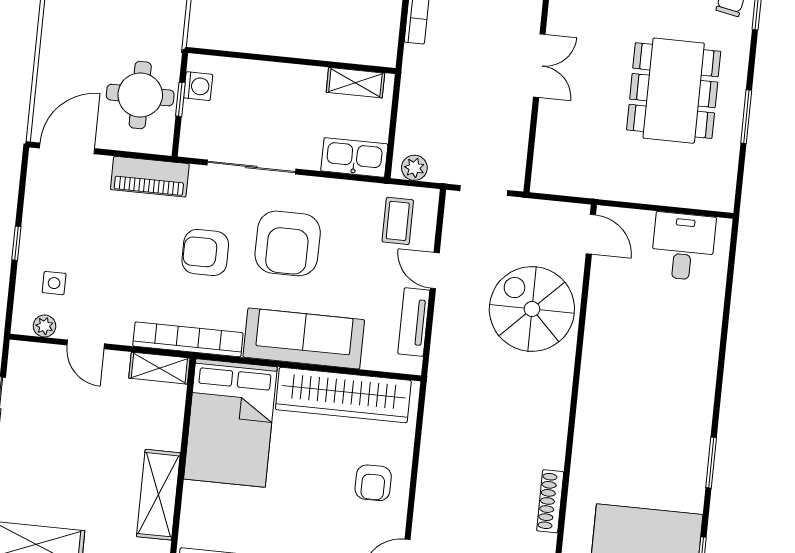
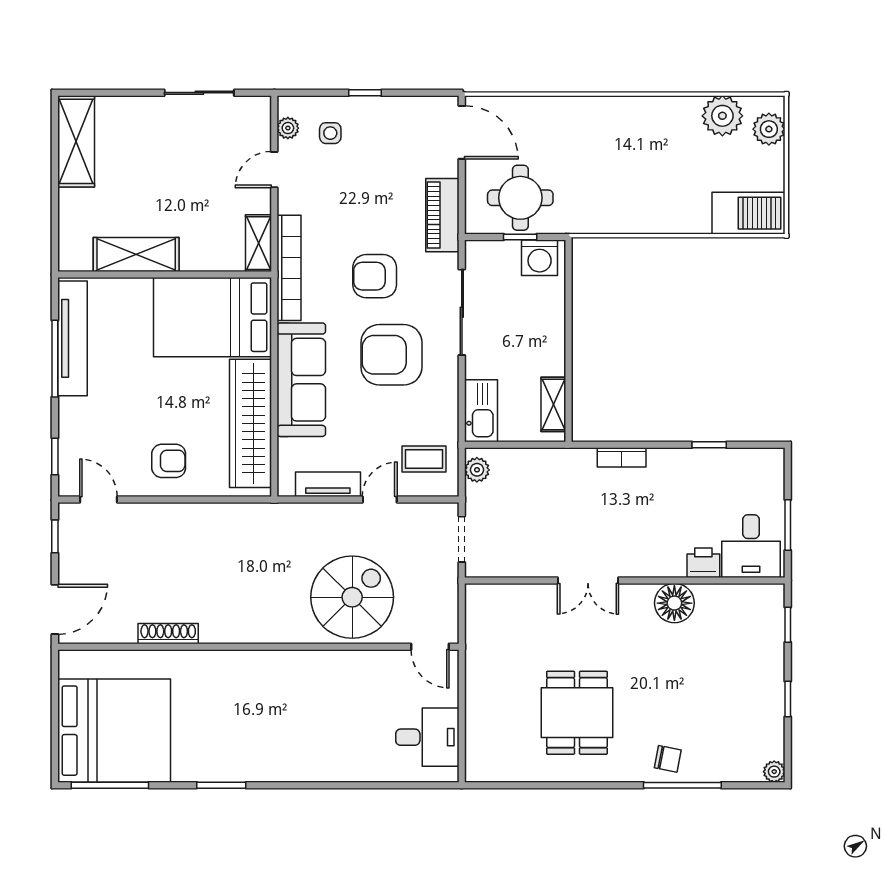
washing machine: (198, 86) -> (540, 258), width x1.38, depth x1.38
dining table: (674, 91) -> (577, 713), width x0.73
window: (746, 117) -> (559, 785), removed
door: (591, 234) -> (430, 647), hinge flipped
armchair: (205, 253) -> (375, 276), turned -90
armchair: (373, 483) -> (169, 461), turned 180

